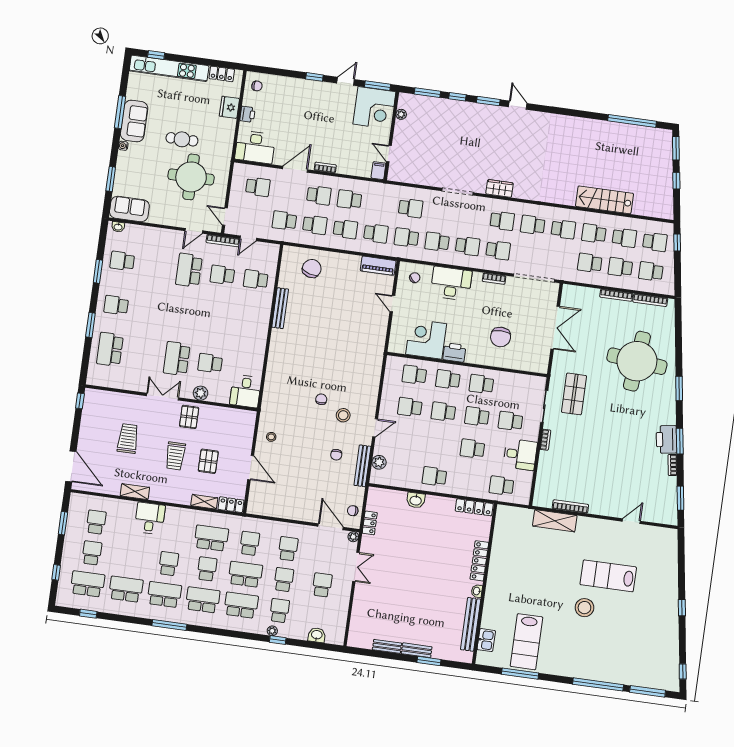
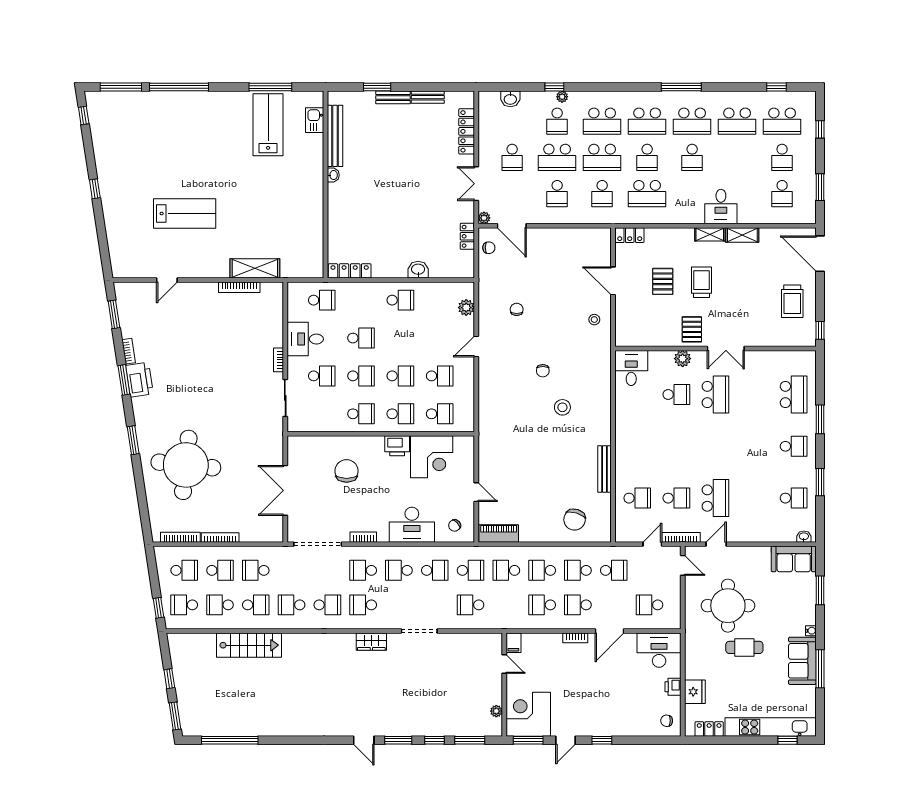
school desk: (349, 200) -> (542, 605), turned 180
school desk: (590, 263) -> (256, 570), turned 180
shop shelf: (574, 394) -> (253, 417), removed
stool: (343, 415) -> (562, 407), moved
trolley: (128, 439) -> (792, 301), moved
bench: (362, 466) -> (485, 301), removed
shelving: (204, 502) -> (710, 234), moved
locker: (479, 561) -> (467, 131), moved, turned 180
school desk: (284, 580) -> (557, 157), width x1.85
stool: (584, 608) -> (207, 173), removed

